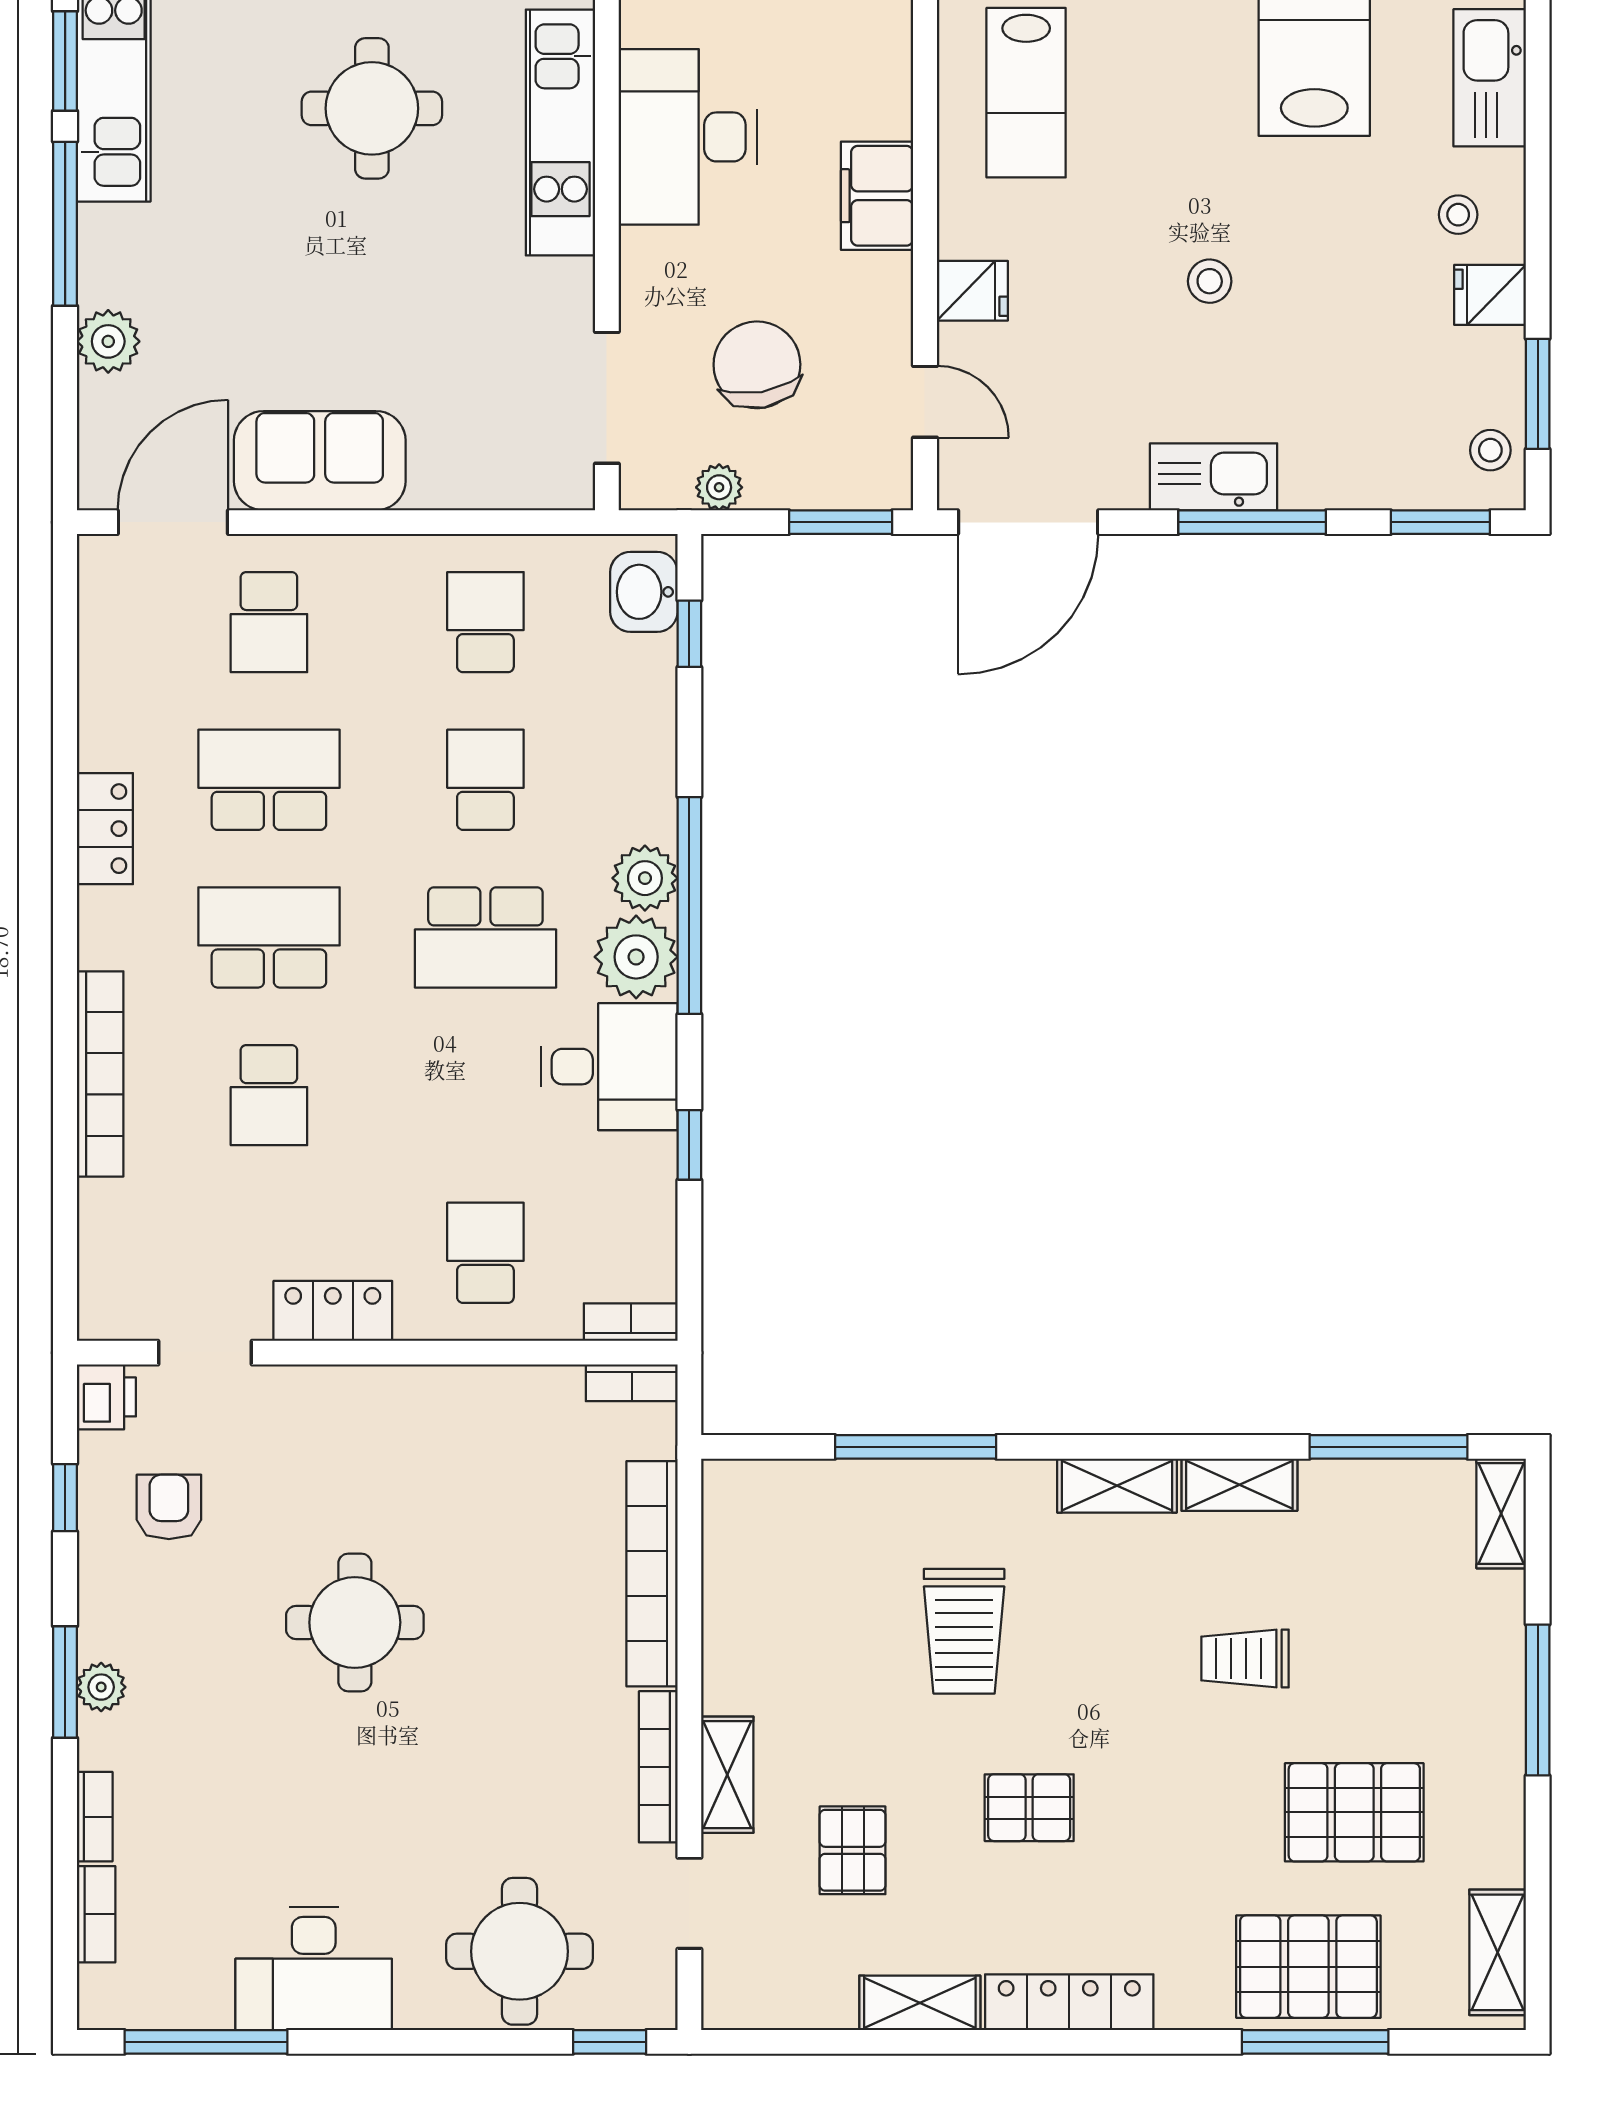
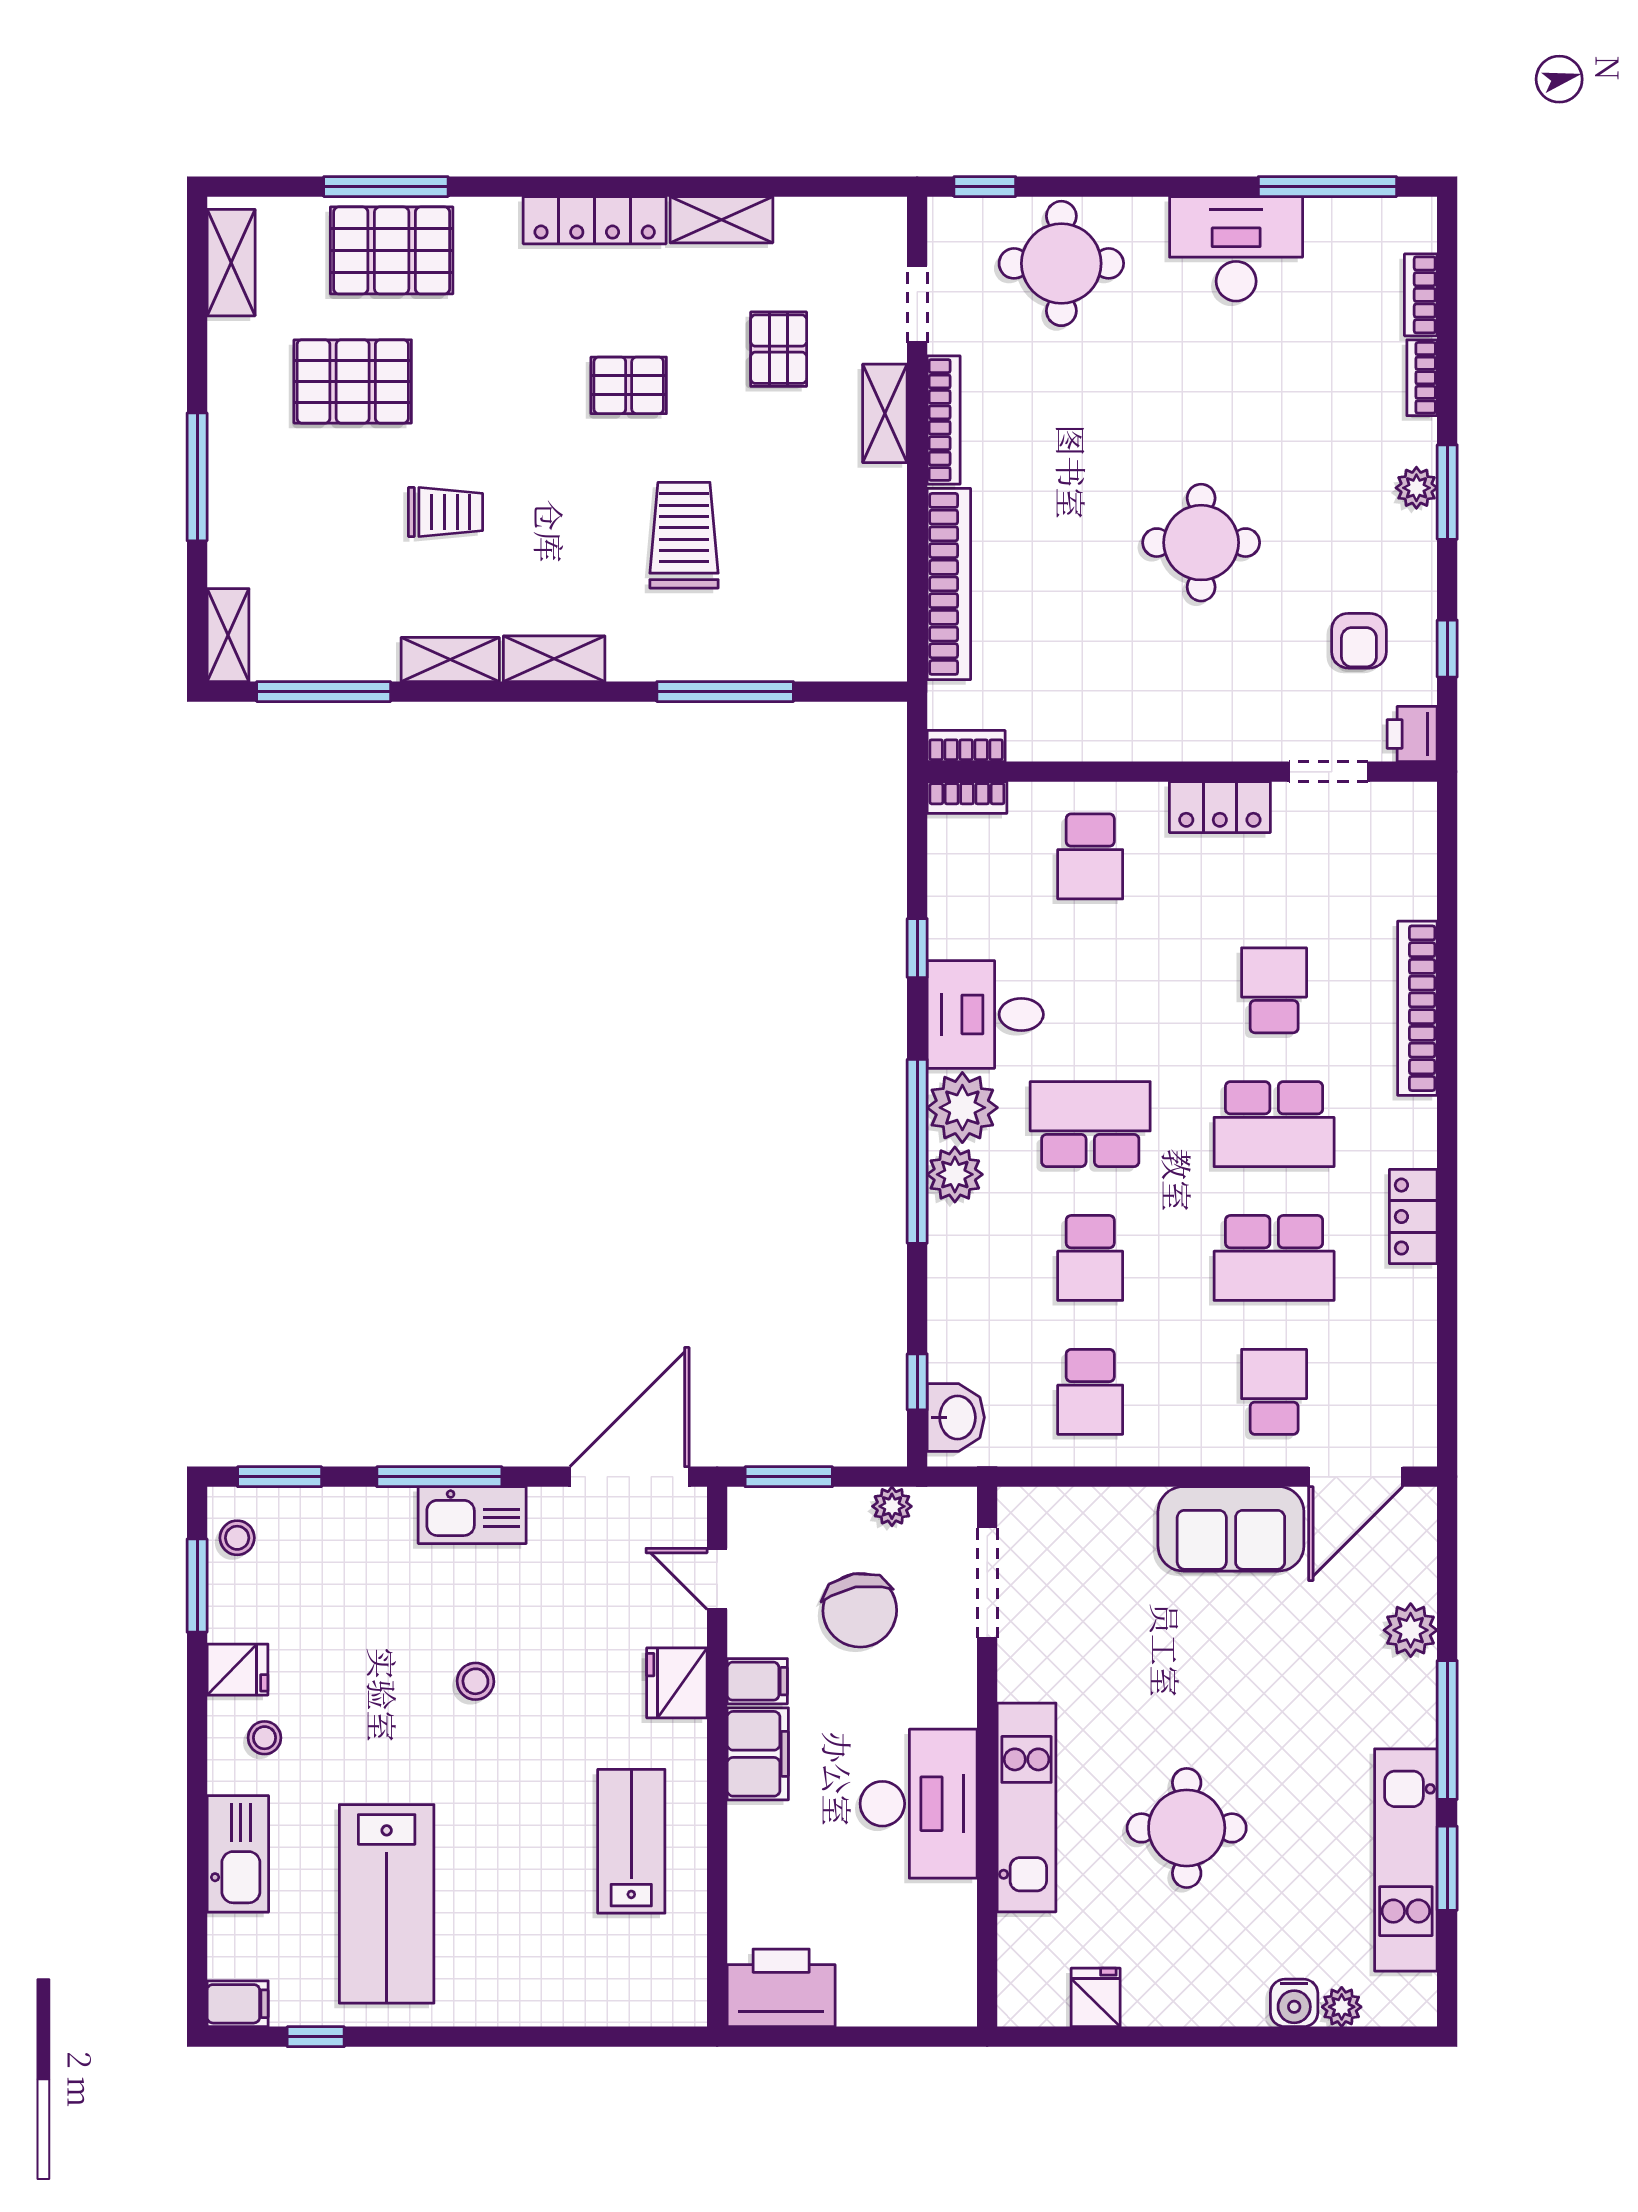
filing cabinet: (878, 281) -> (757, 1681), added
fridge: (972, 291) -> (677, 1683), width x1.38

